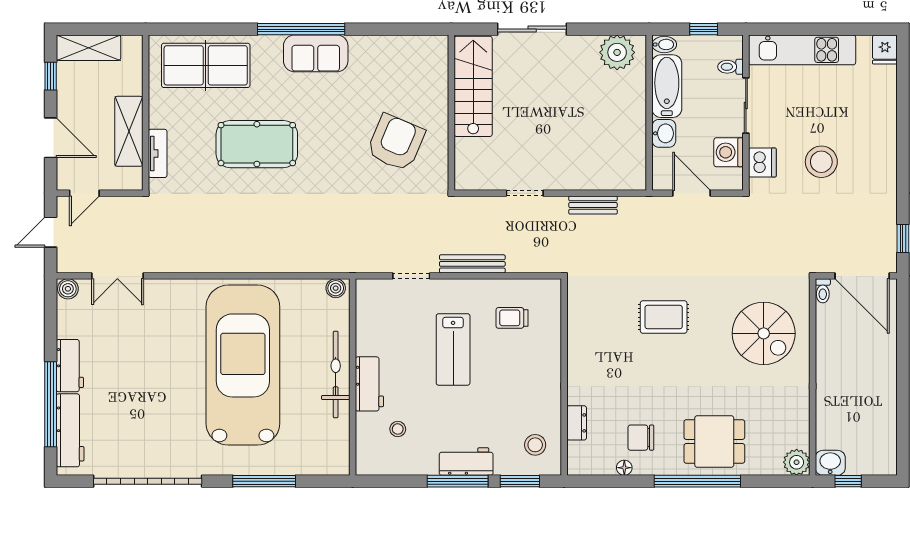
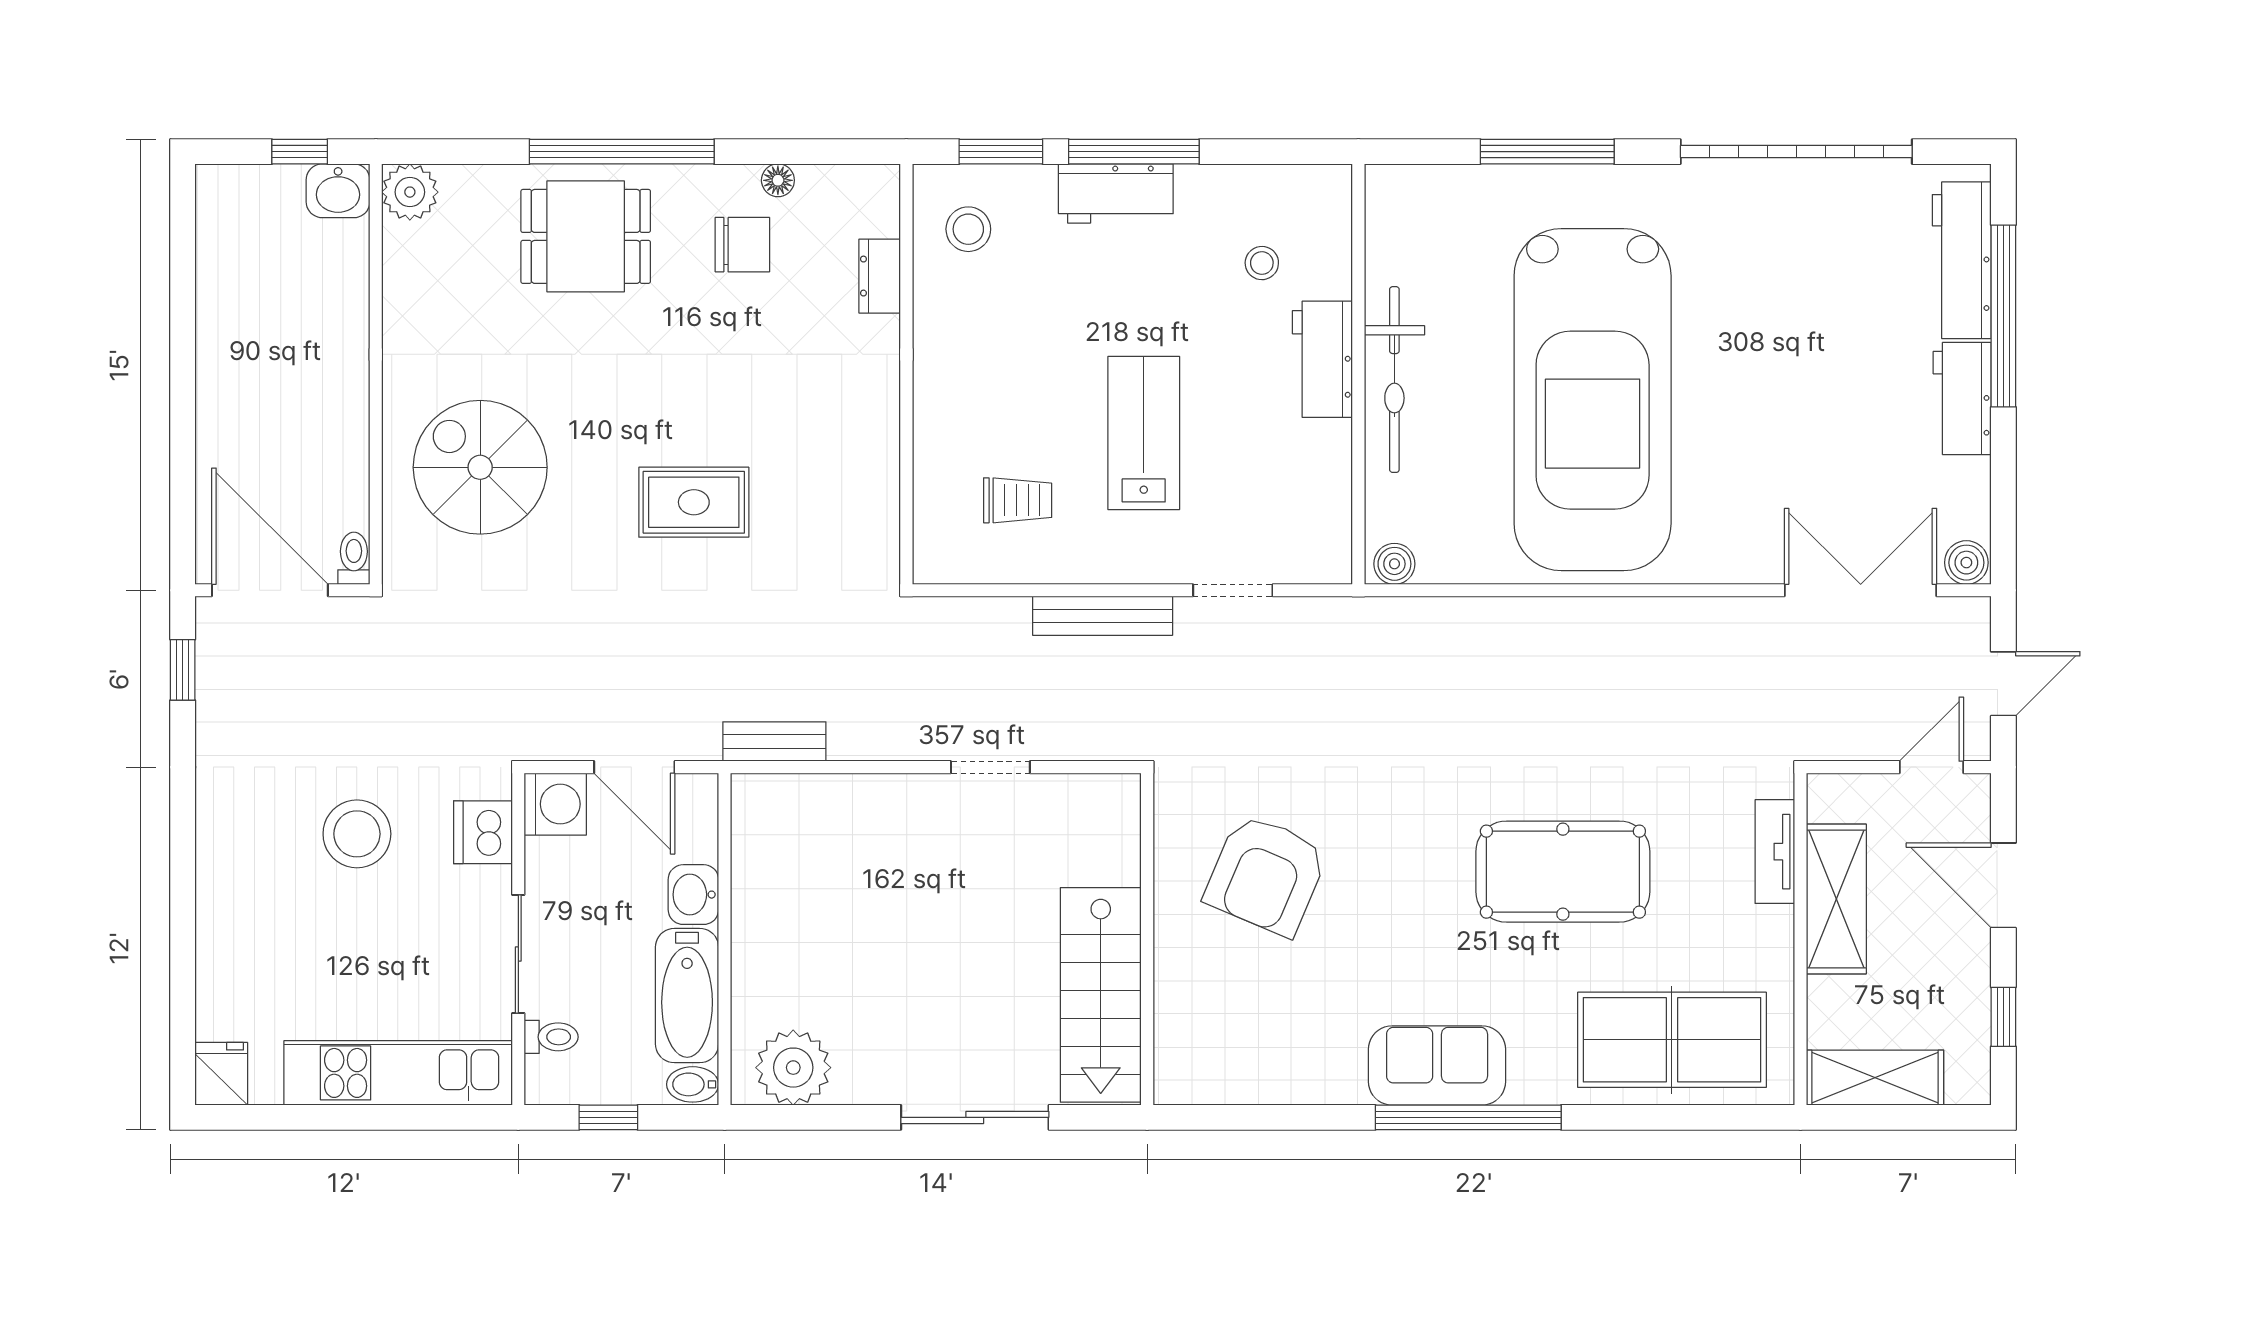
shelving: (88, 48) -> (1875, 1078), moved
washing machine: (729, 152) -> (555, 804), moved
bench: (593, 205) -> (774, 742), moved
double door: (117, 276) -> (1861, 590), width x1.37

